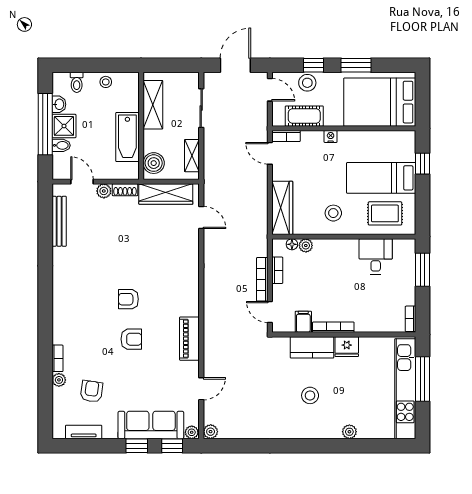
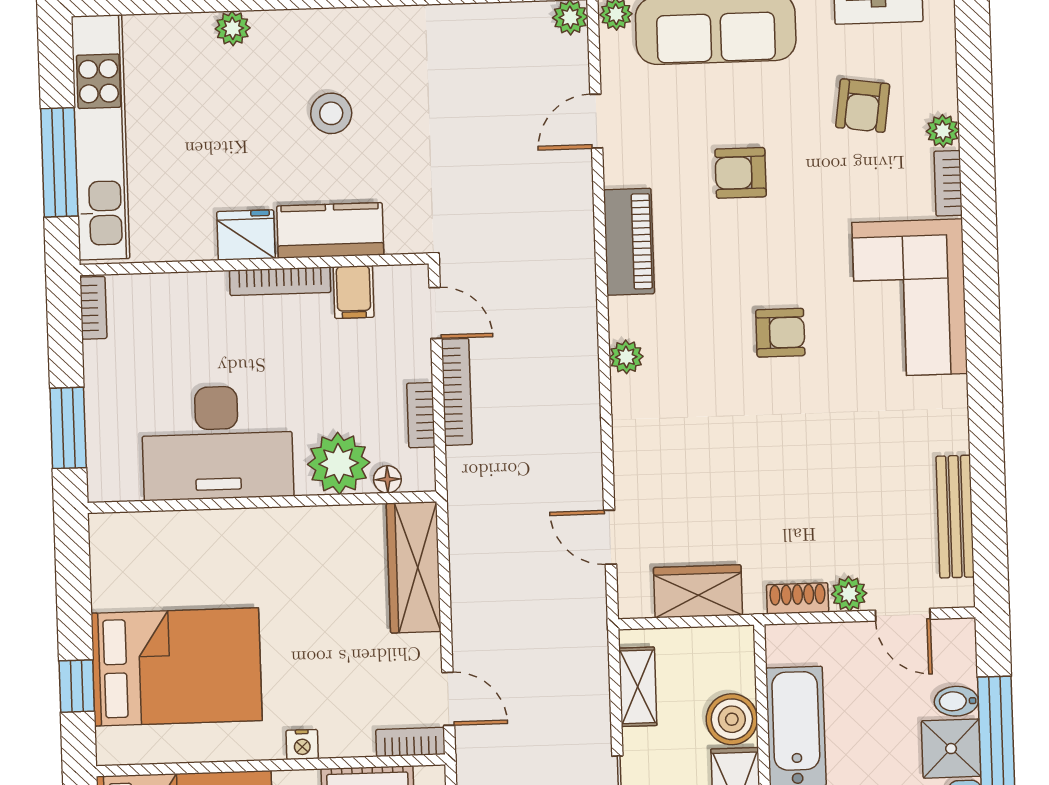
boiler: (154, 163) -> (732, 719), moved
bed: (381, 178) -> (177, 667), width x1.50
wardrobe: (166, 194) -> (698, 591), width x0.67
stool: (333, 213) -> (289, 559), removed
rug: (385, 213) -> (164, 562), removed
plant: (306, 245) -> (339, 463), width x1.88, depth x1.88
desk: (376, 256) -> (217, 443), width x1.87, depth x1.30
plant: (192, 291) -> (626, 357), added
corner sofa: (75, 312) -> (910, 298), added
armchair: (131, 339) -> (741, 173), moved

